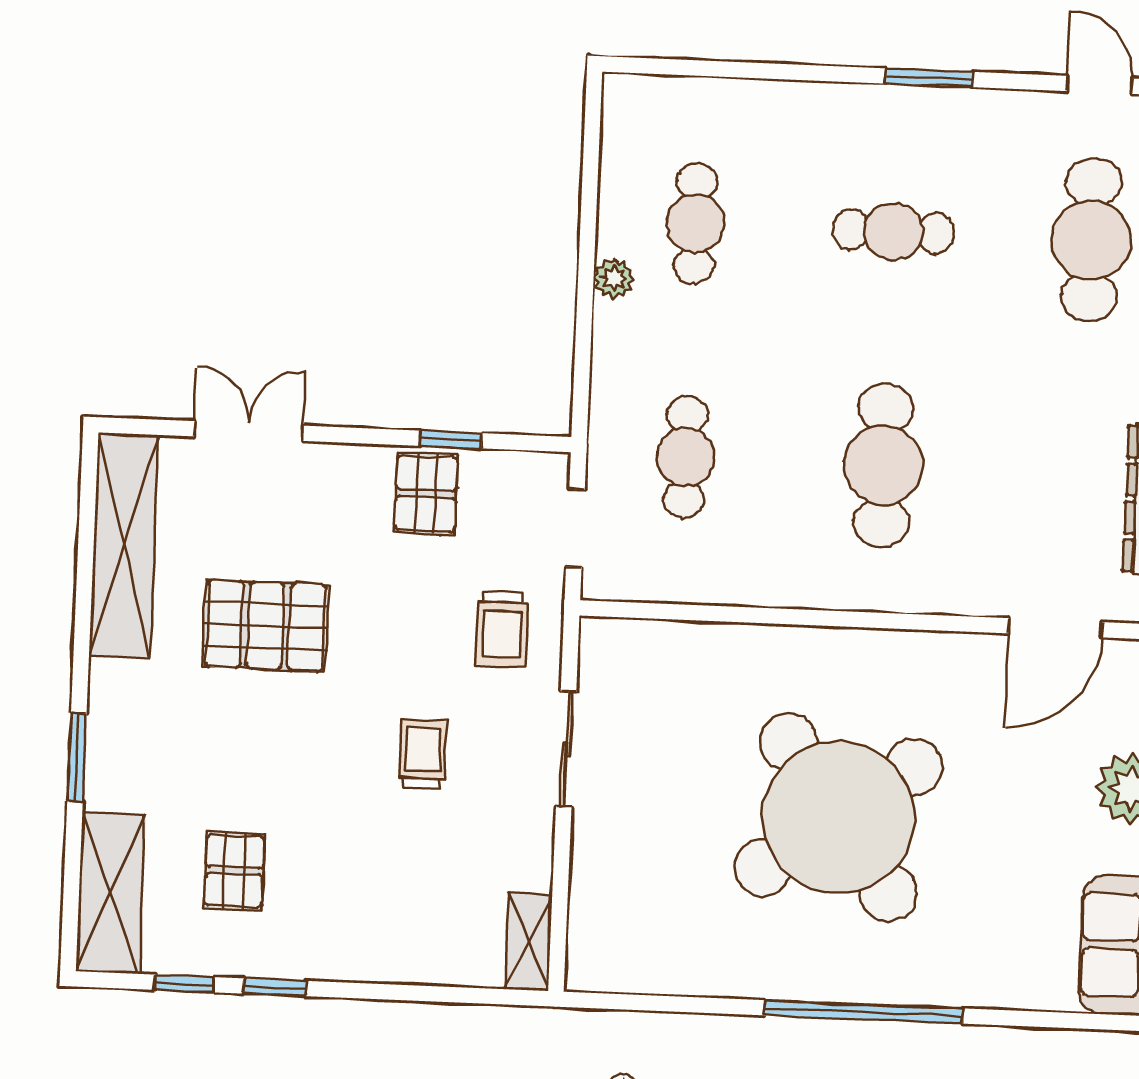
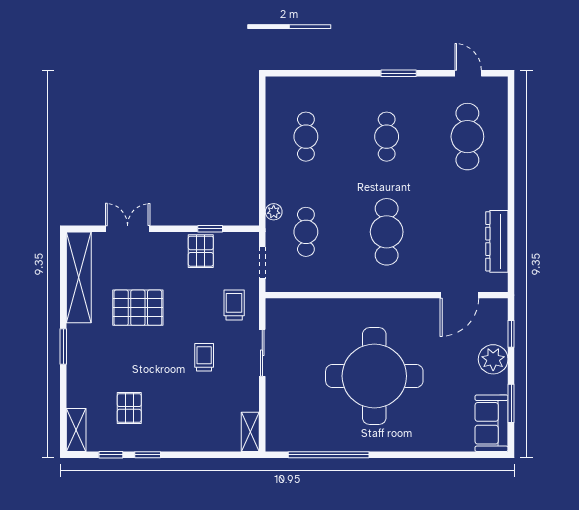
cafe table: (893, 232) -> (387, 137), turned 90
plant: (614, 278) -> (274, 212), moved
trolley: (502, 629) -> (234, 305), turned 180
window: (77, 757) -> (63, 347), moved
round table: (838, 817) -> (374, 376), turned 36
shelving: (111, 893) -> (76, 430), width x0.67, depth x0.75
window: (864, 1012) -> (329, 455), moved

